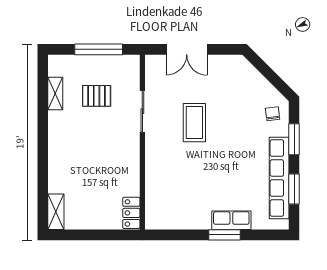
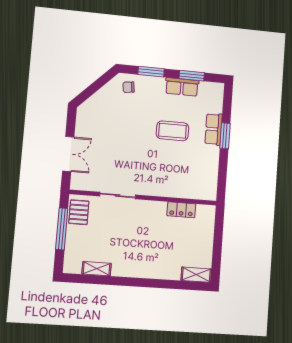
pallet: (97, 96) -> (79, 212), moved
coffee table: (194, 123) -> (172, 131), moved
row of seats: (279, 178) -> (182, 87), width x0.50
locker: (131, 213) -> (181, 210), moved

